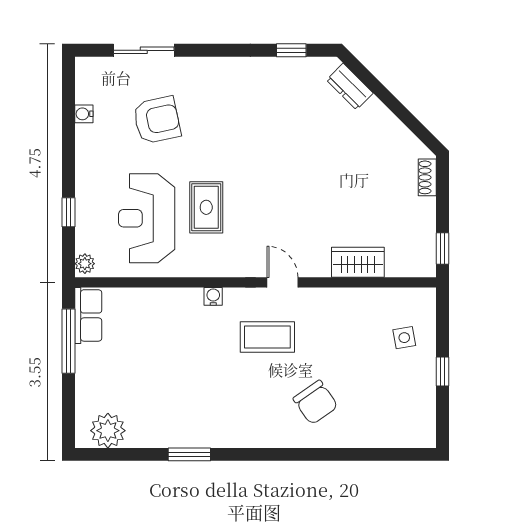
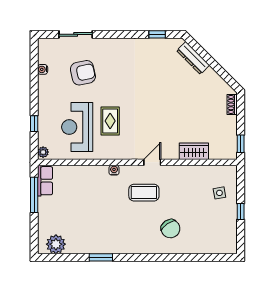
dresser: (350, 87) -> (193, 58), width x1.44
door: (283, 282) -> (152, 162), hinge flipped

